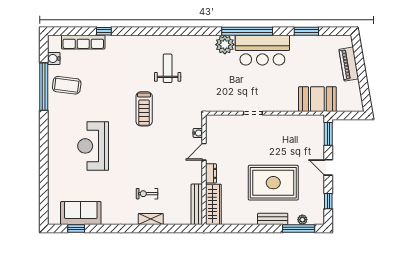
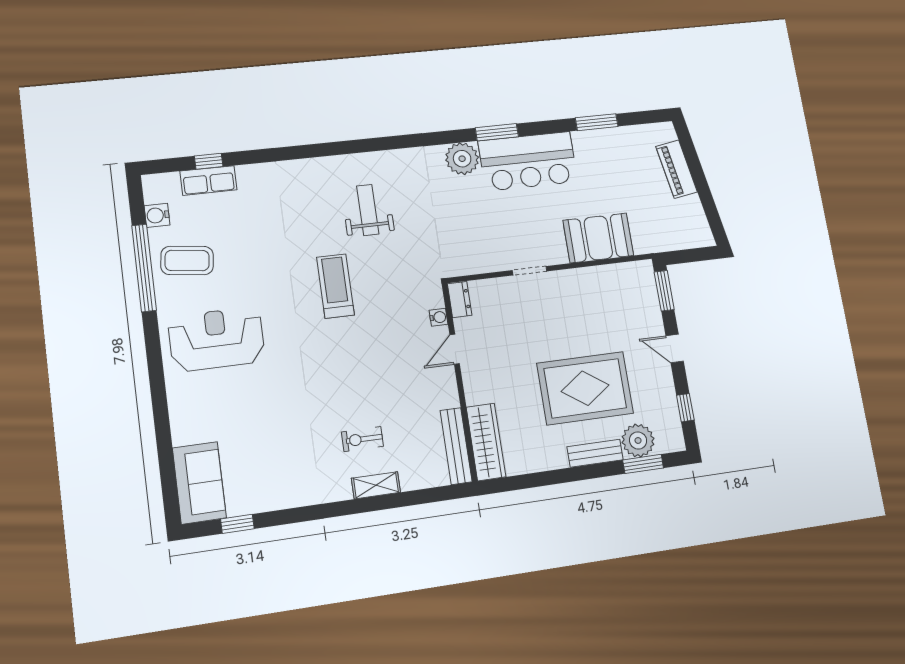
window: (104, 31) -> (209, 161), moved
window: (247, 31) -> (497, 132), width x0.47
row of seats: (83, 42) -> (208, 180), width x0.68
booth: (317, 99) -> (598, 238), moved
treadmill: (144, 109) -> (336, 286), turned 180
reception desk: (93, 146) -> (217, 339), moved, turned 90
dresser: (211, 173) -> (460, 300), moved
sofa: (81, 213) -> (199, 483), moved, turned 90
plant: (302, 220) -> (638, 440), width x1.88, depth x1.88
window: (299, 228) -> (643, 464), width x0.69

